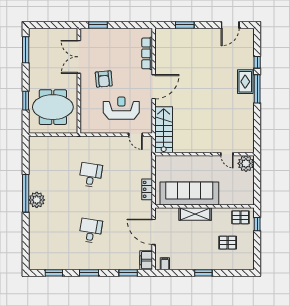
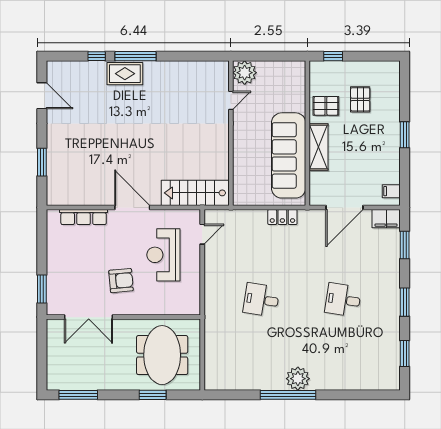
pallet: (240, 217) -> (326, 106), moved, turned 90

